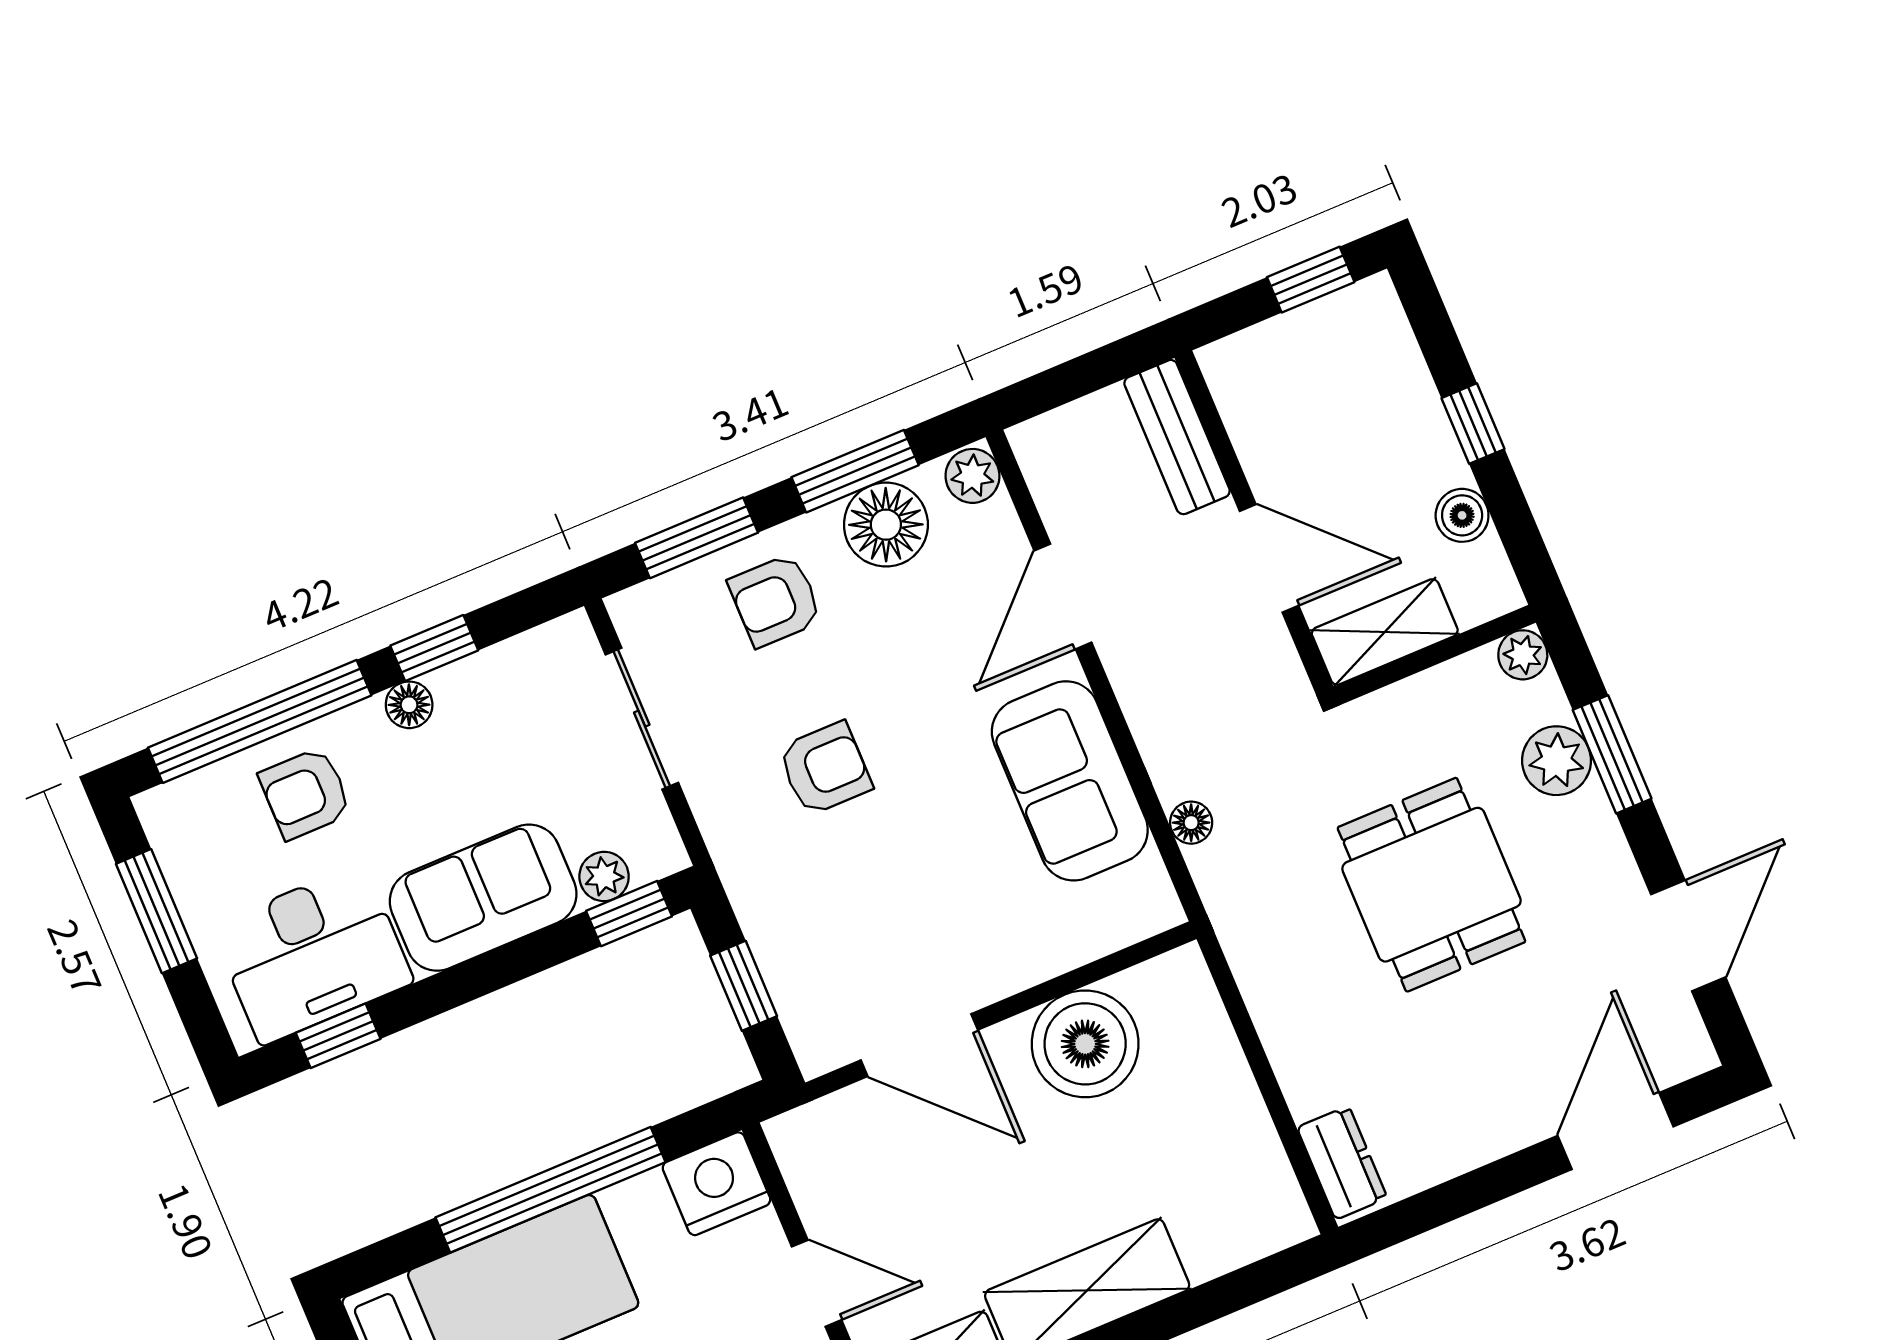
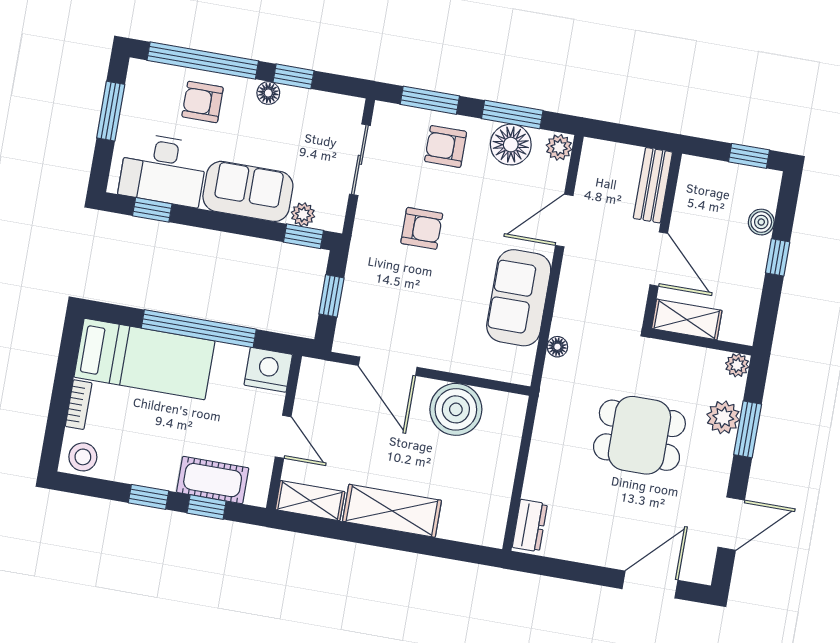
boiler: (1462, 515) -> (761, 222), moved
dining table: (1431, 885) -> (639, 435), turned 90

